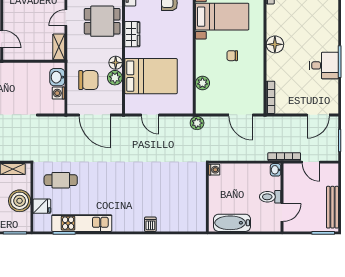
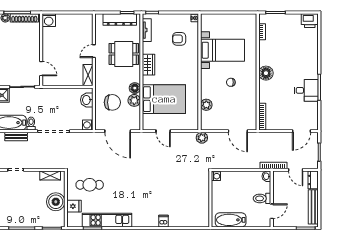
washing machine: (58, 93) -> (88, 125), moved
dresser: (332, 174) -> (313, 180), added

